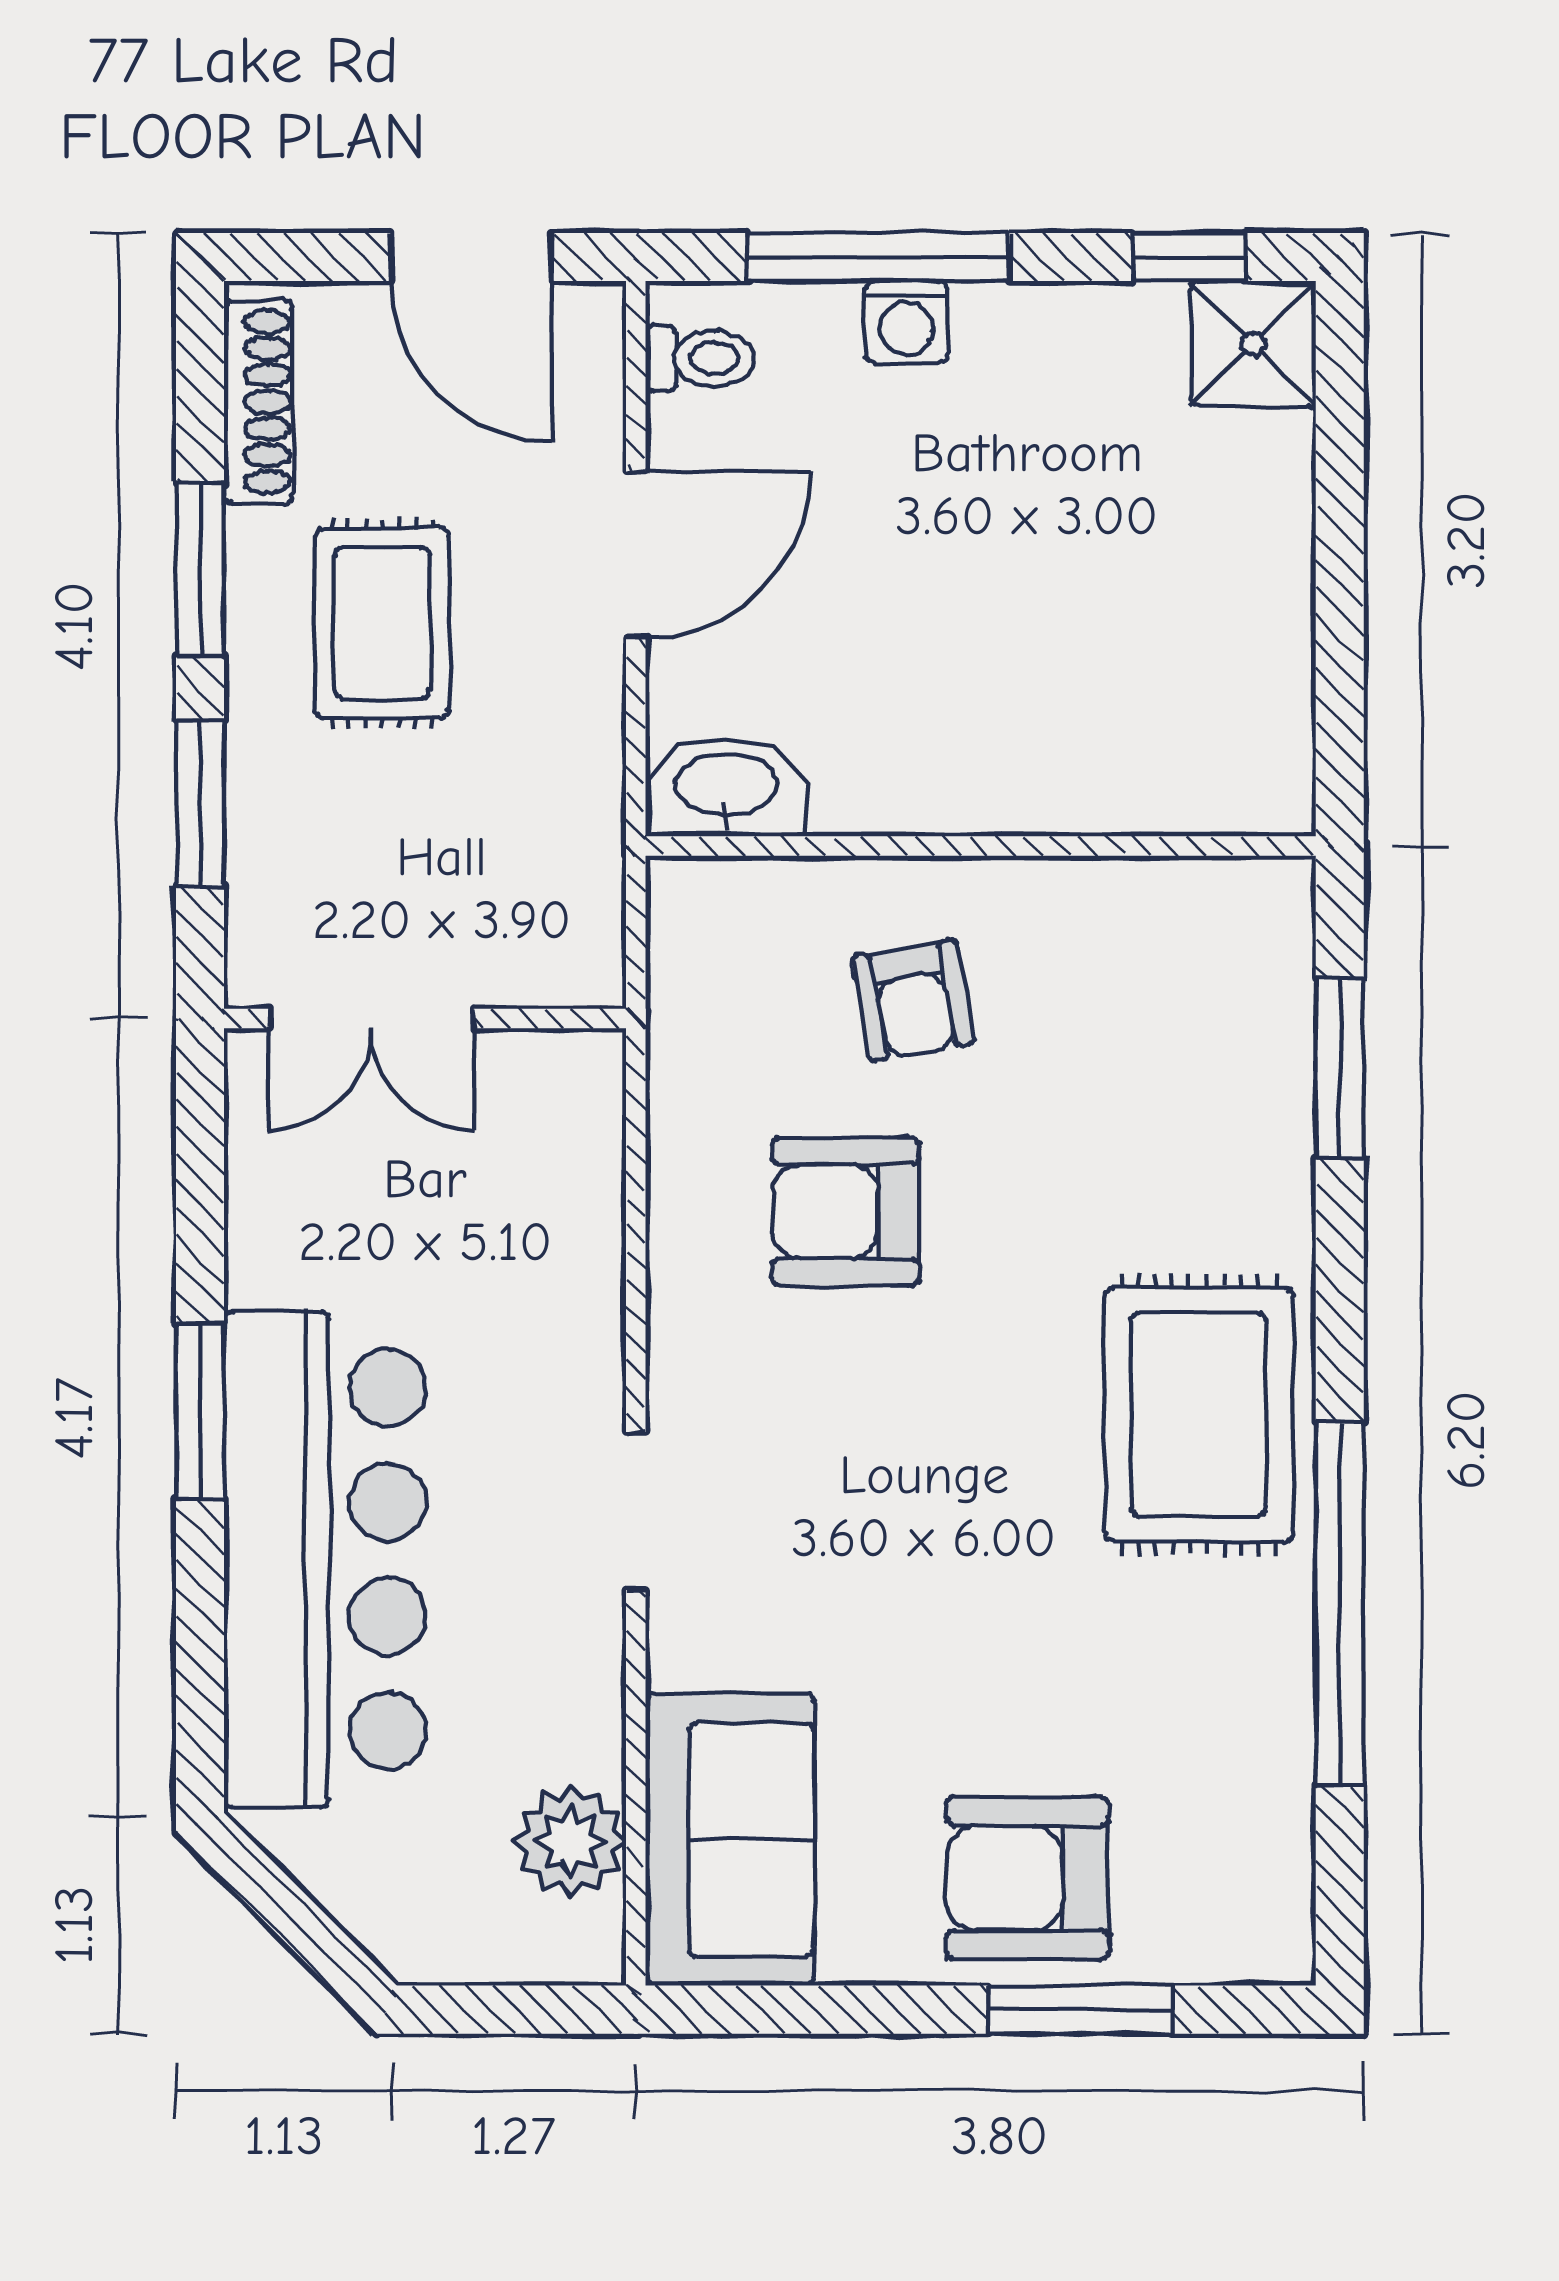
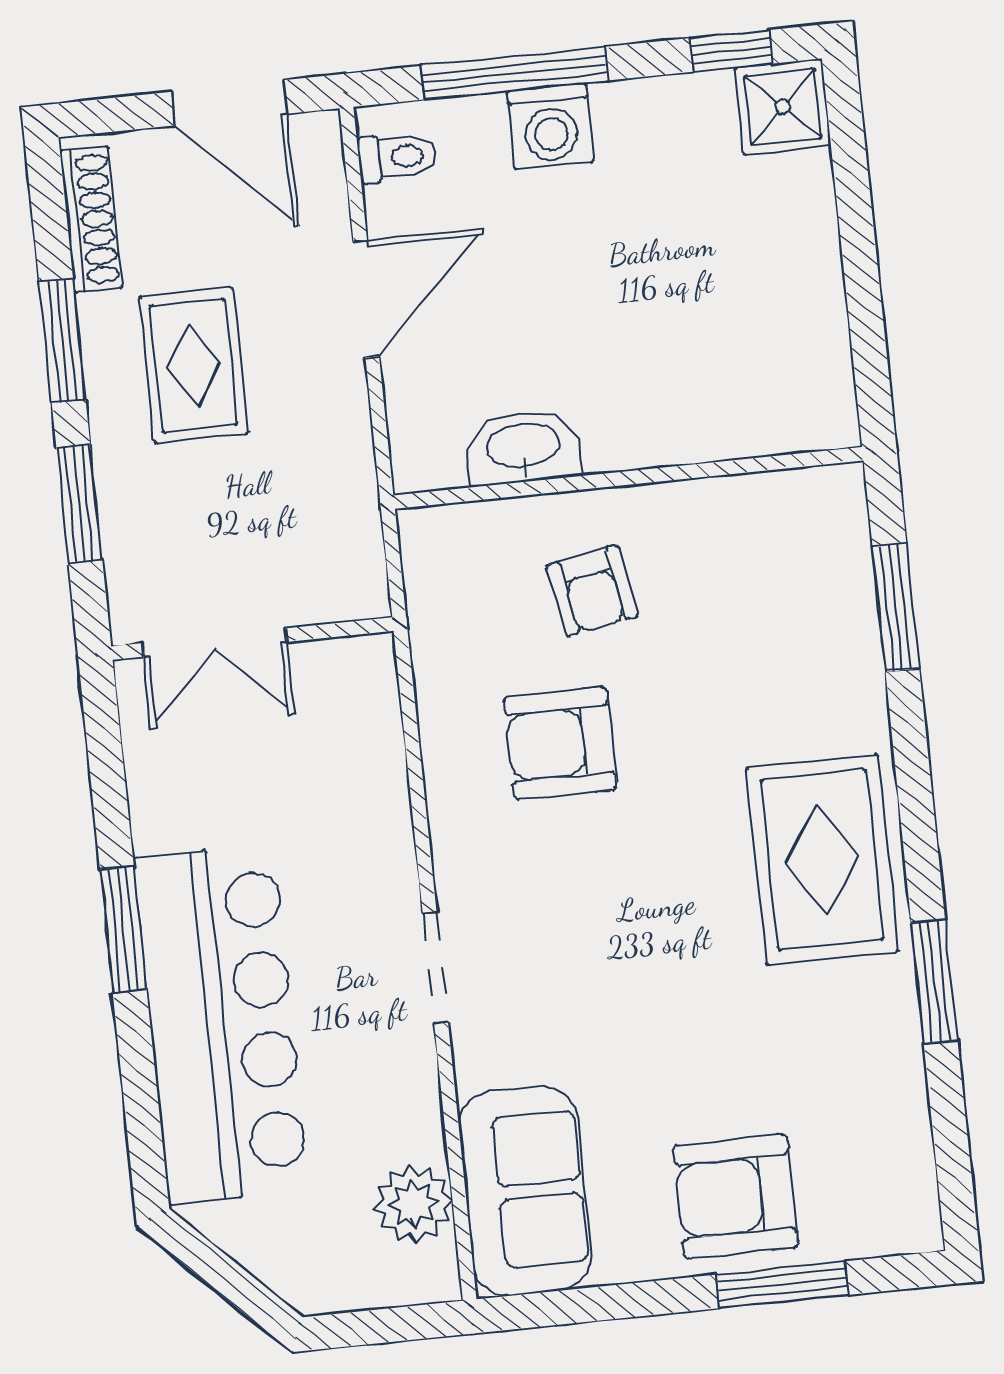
washing machine: (906, 322) -> (551, 126), width x1.38, depth x1.38
washbasin: (726, 787) -> (523, 447), moved
window: (1340, 1604) -> (934, 982), width x0.47

